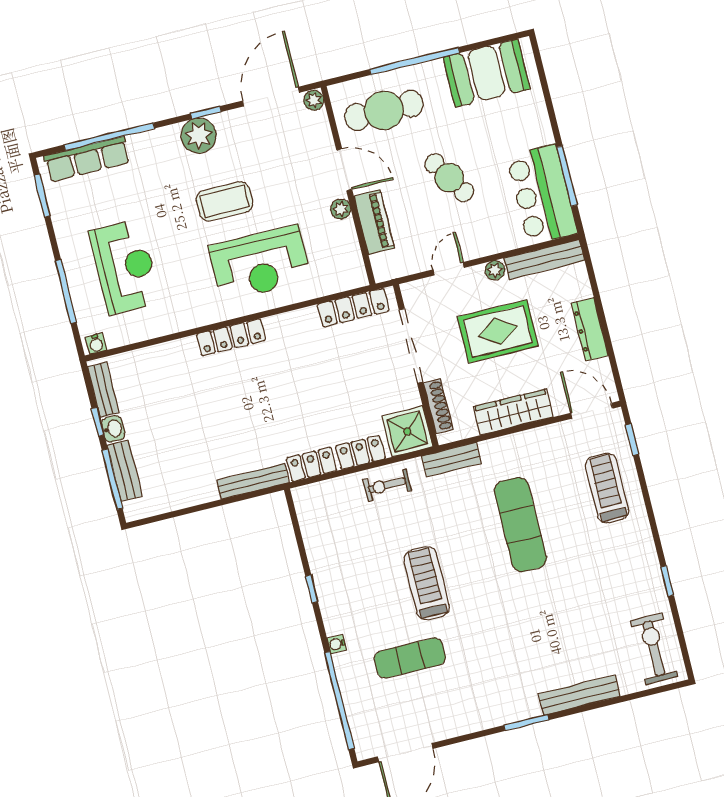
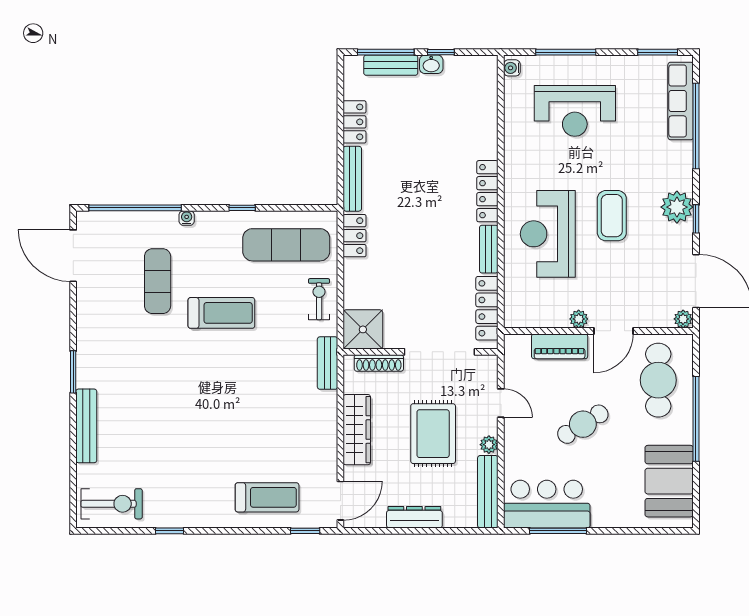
bench: (103, 390) -> (489, 249), moved, turned 90
locker: (360, 452) -> (355, 122), moved
exercise mat: (520, 525) -> (286, 245), moved

